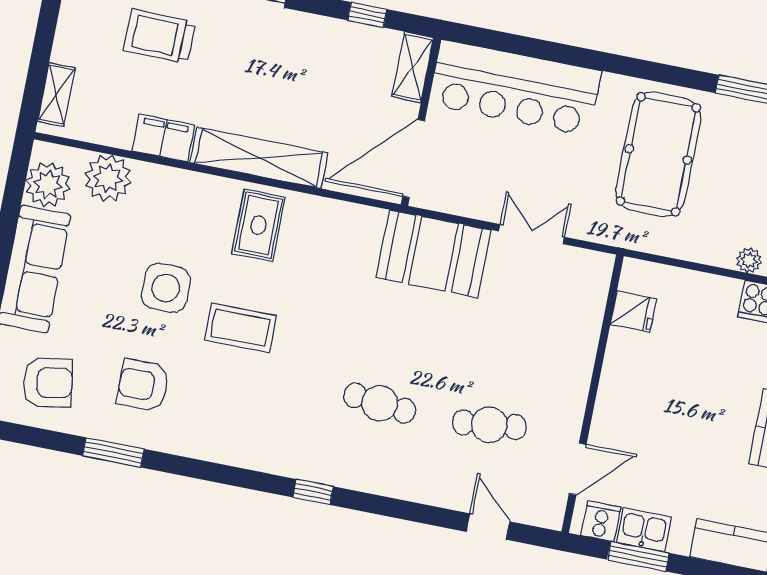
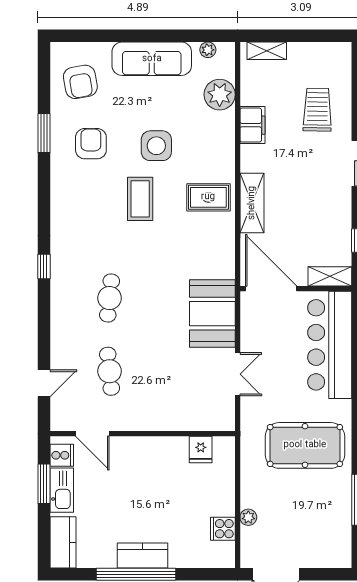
shelving: (259, 158) -> (252, 203), width x0.68
plant: (48, 185) -> (208, 50), width x0.53, depth x0.53
kitchen sink: (644, 530) -> (62, 490), width x1.38

